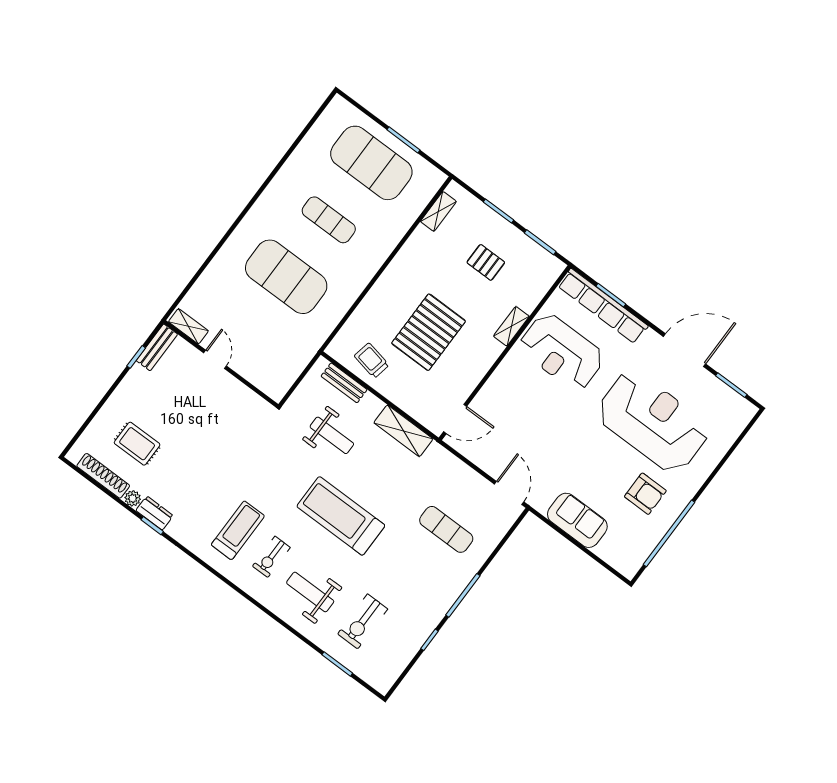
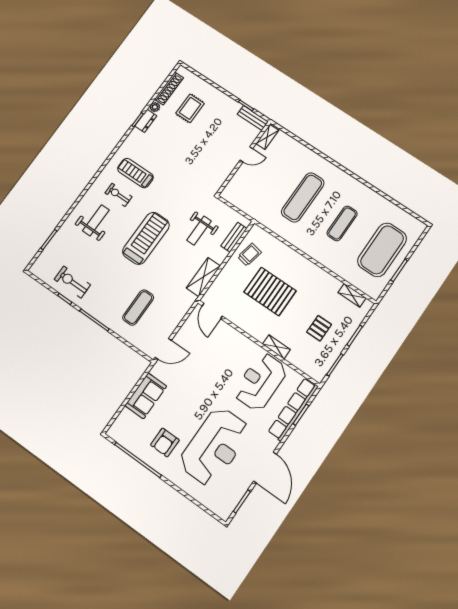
exercise mat: (286, 277) -> (303, 197), width x0.68
treadmill: (238, 530) -> (135, 173), turned 180
exercise bike: (363, 621) -> (72, 282), moved

